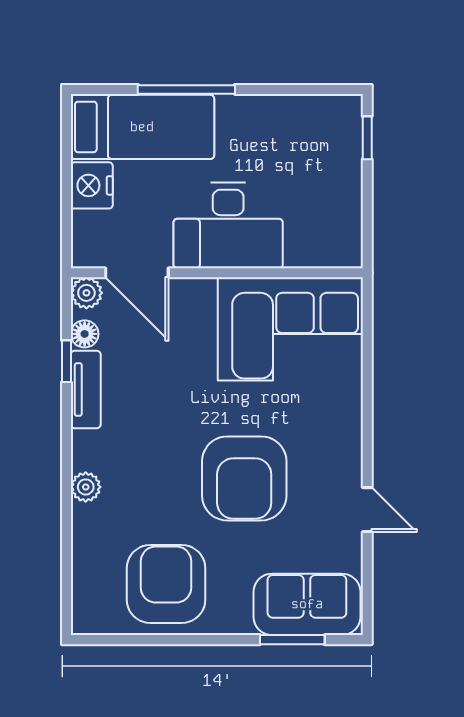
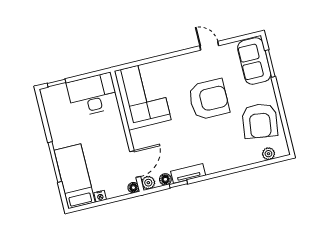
nightstand: (92, 185) -> (100, 196), width x0.53, depth x0.56
desk: (228, 226) -> (93, 95), moved, turned -90
floor lamp: (83, 256) -> (133, 188), added
plant: (86, 487) -> (268, 154), moved
door: (367, 510) -> (209, 46), hinge flipped
armchair: (166, 584) -> (260, 121), turned -82

